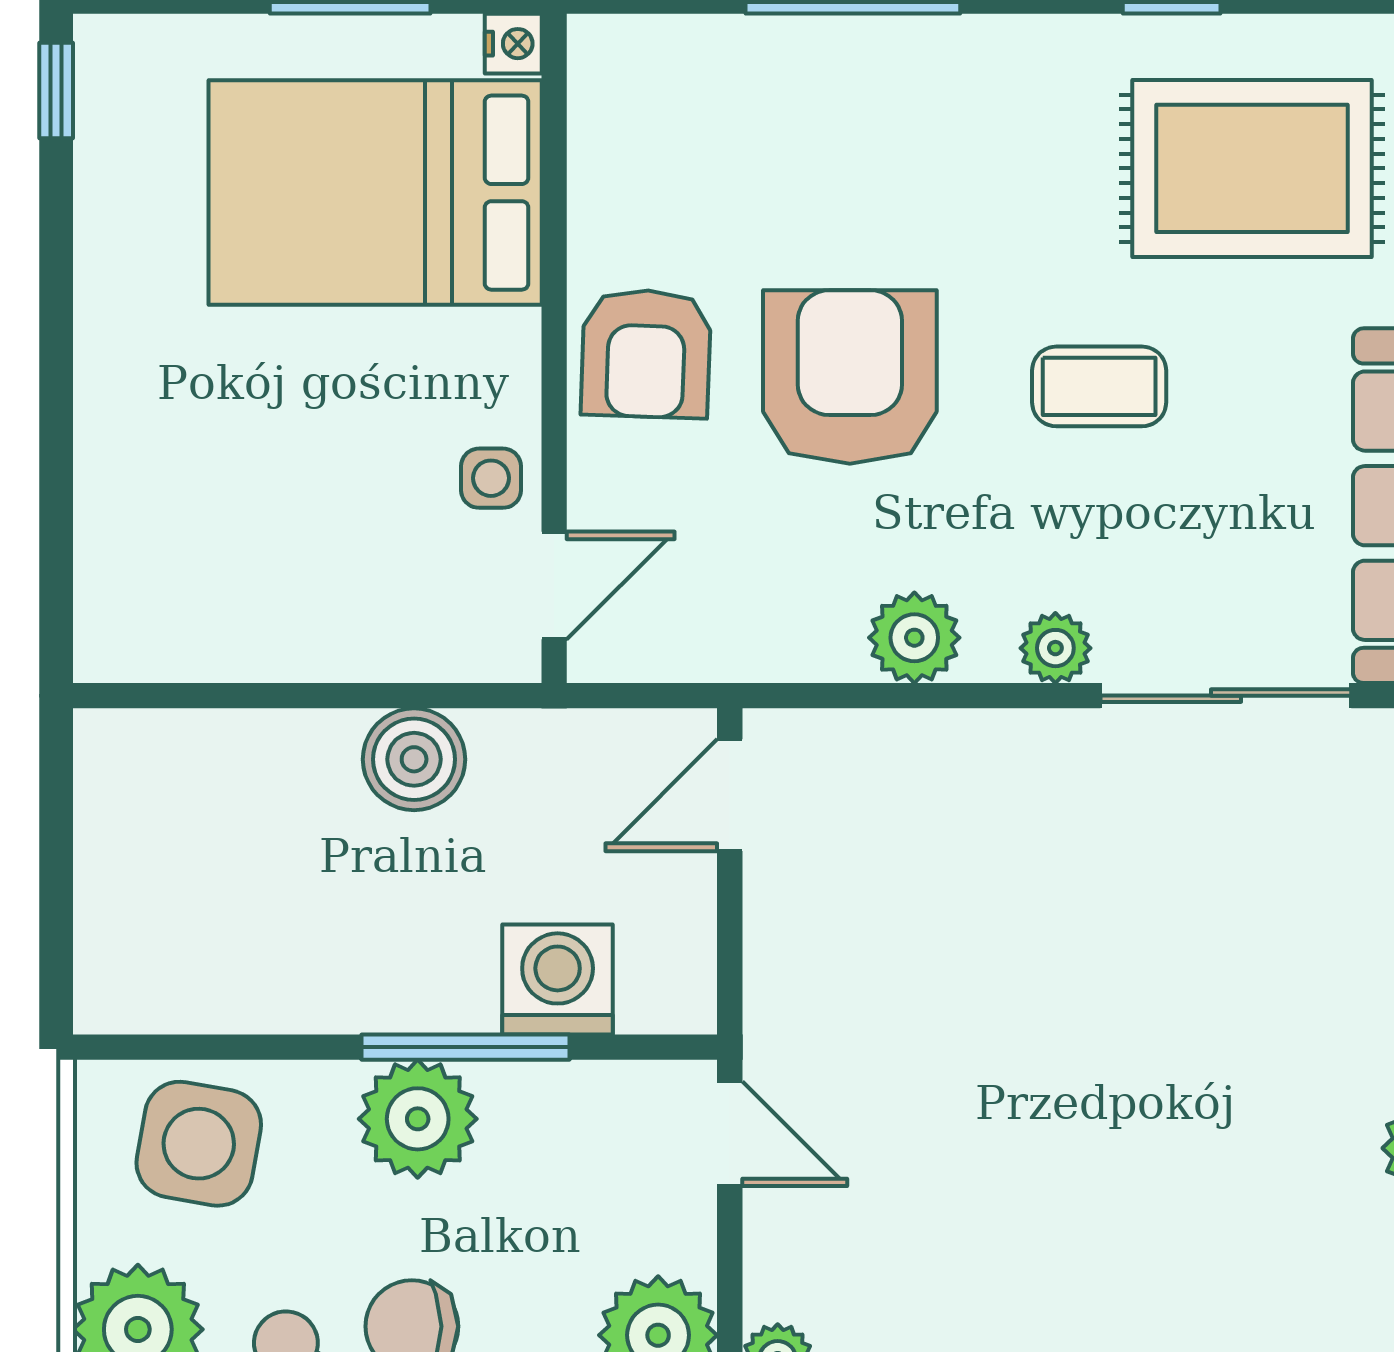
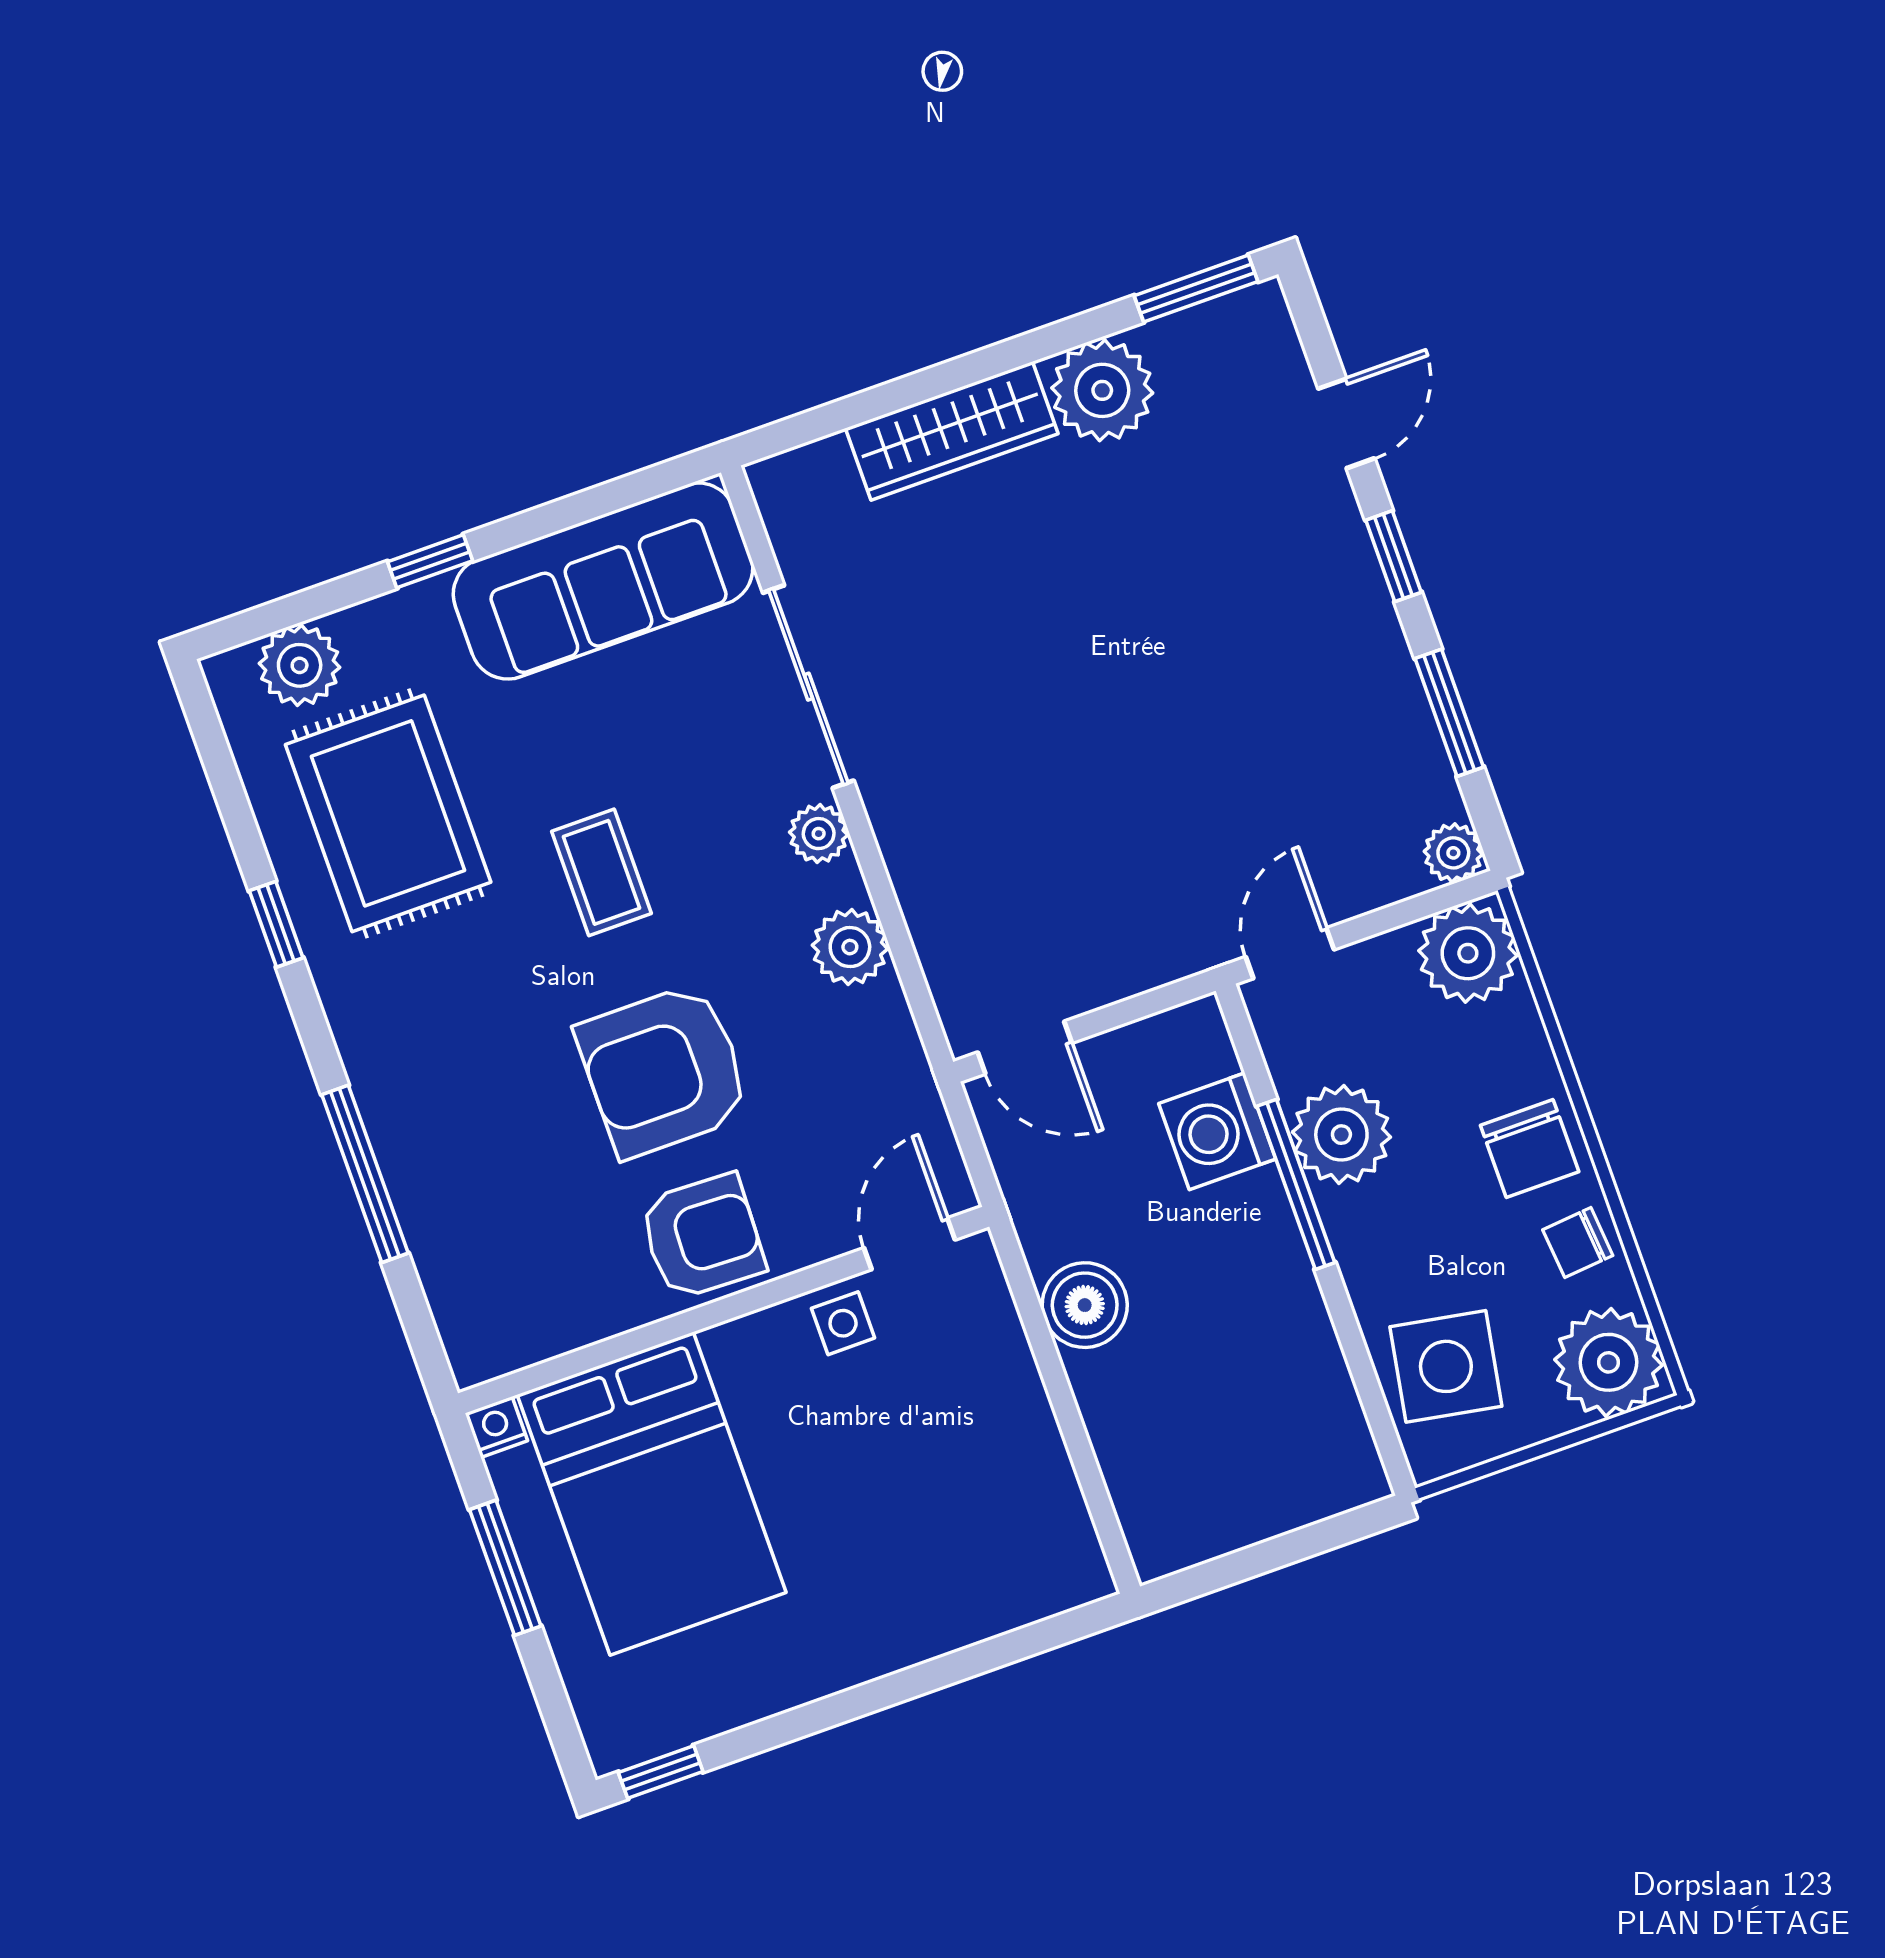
door: (554, 586) -> (910, 1244), hinge flipped
plant: (418, 1119) -> (1341, 1135), moved

